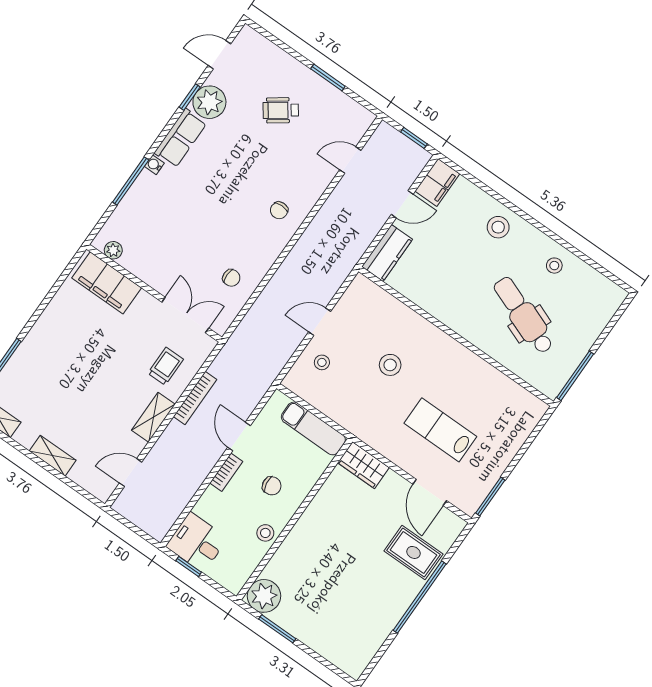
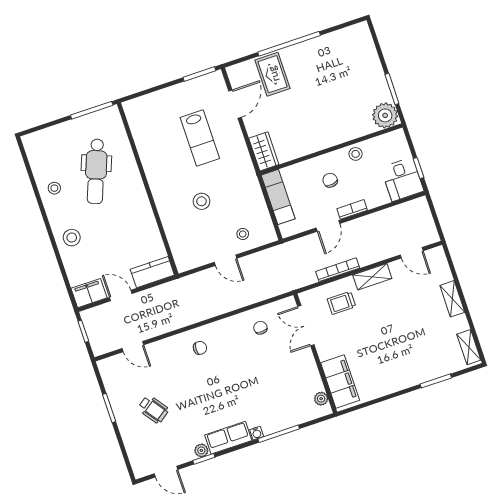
plant: (209, 102) -> (201, 450), width x0.53, depth x0.53

